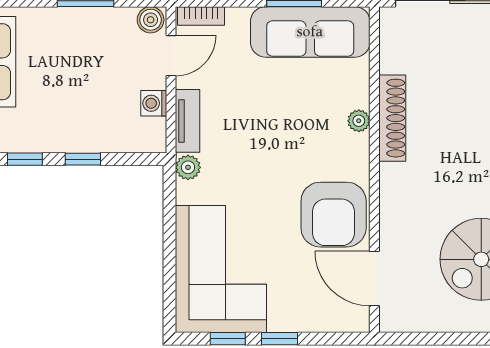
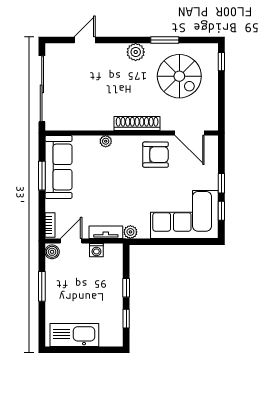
door: (171, 56) -> (71, 241), hinge flipped
shoe rack: (392, 118) -> (137, 123), moved
armchair: (334, 215) -> (156, 155), width x0.73, depth x0.73
door: (374, 279) -> (190, 133), hinge flipped

